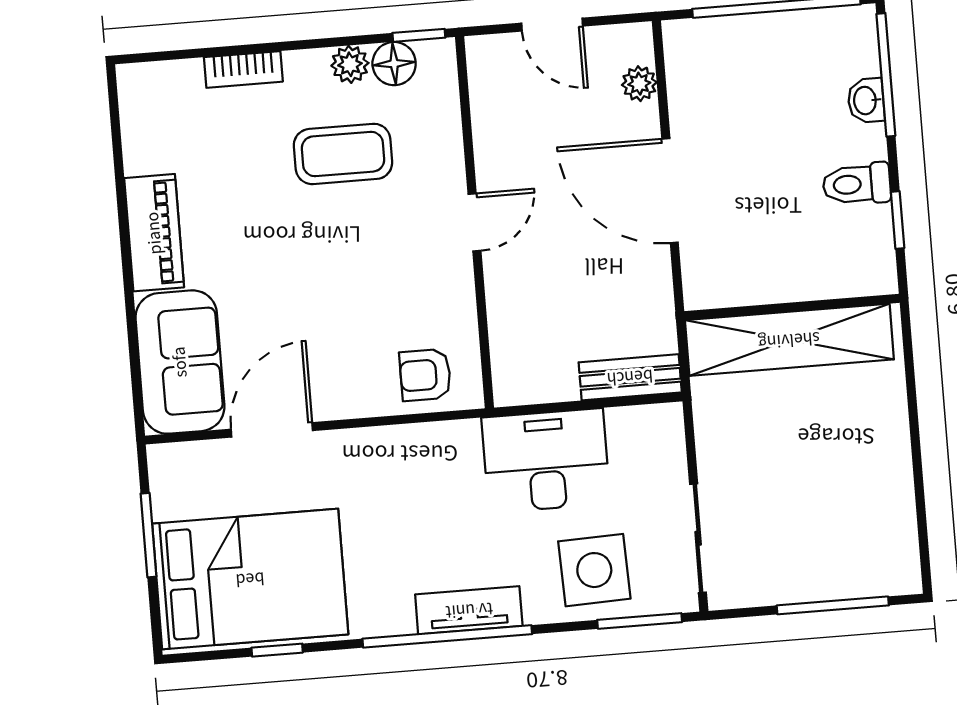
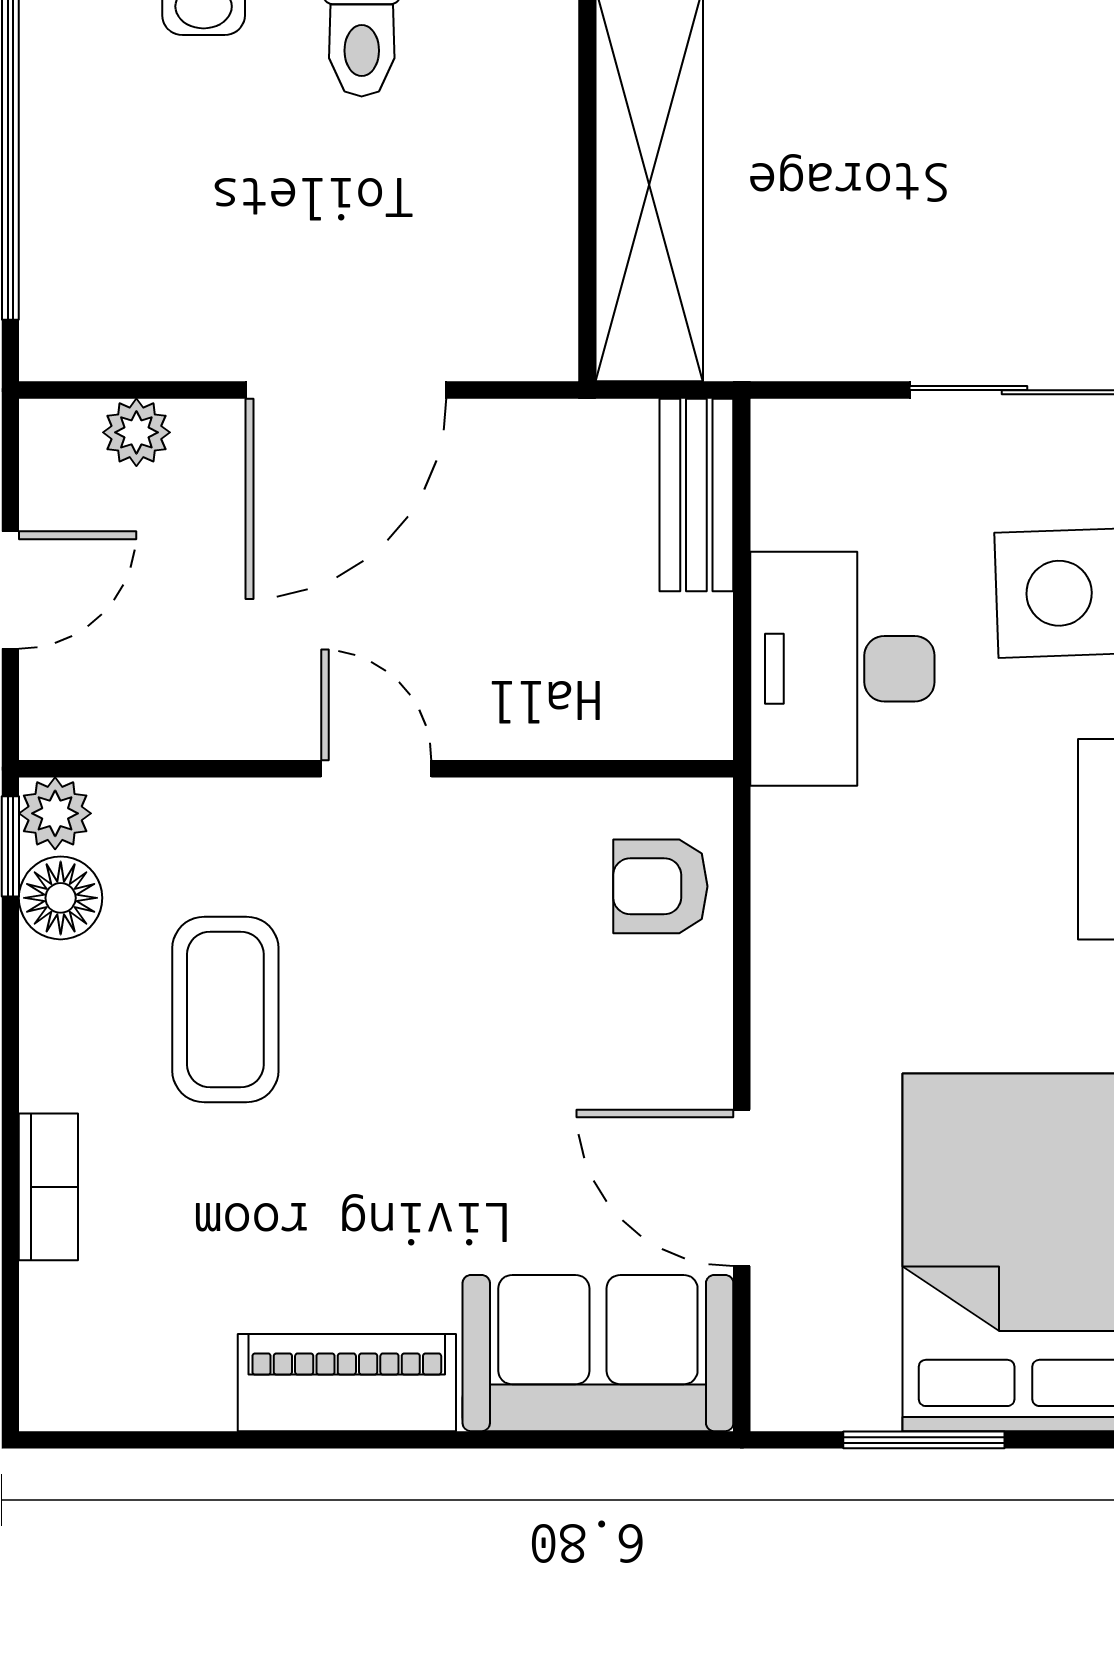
plant: (350, 64) -> (55, 813), moved
armchair: (425, 375) -> (660, 886), turned 90

